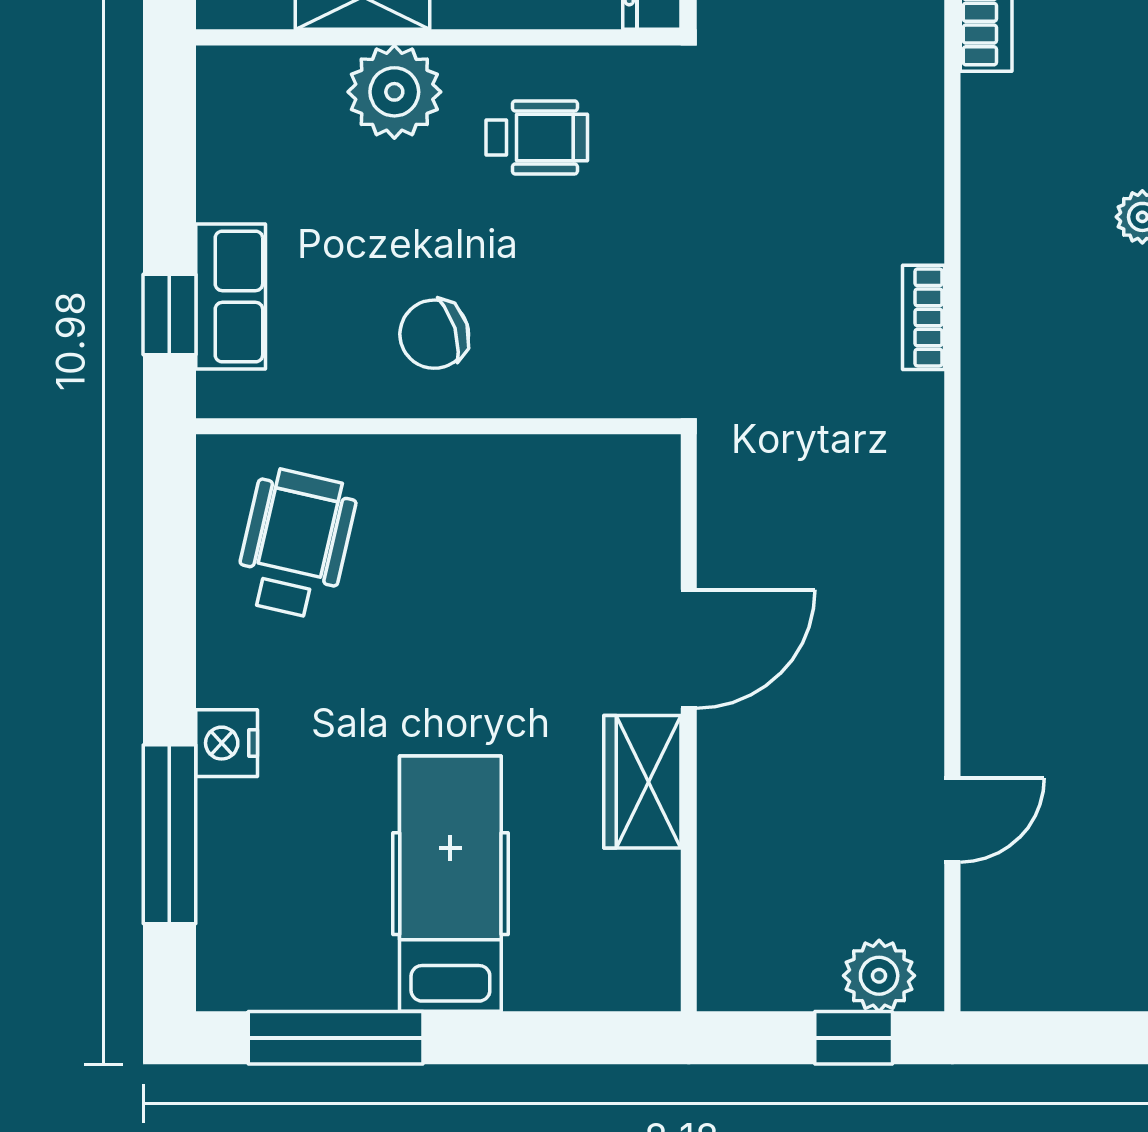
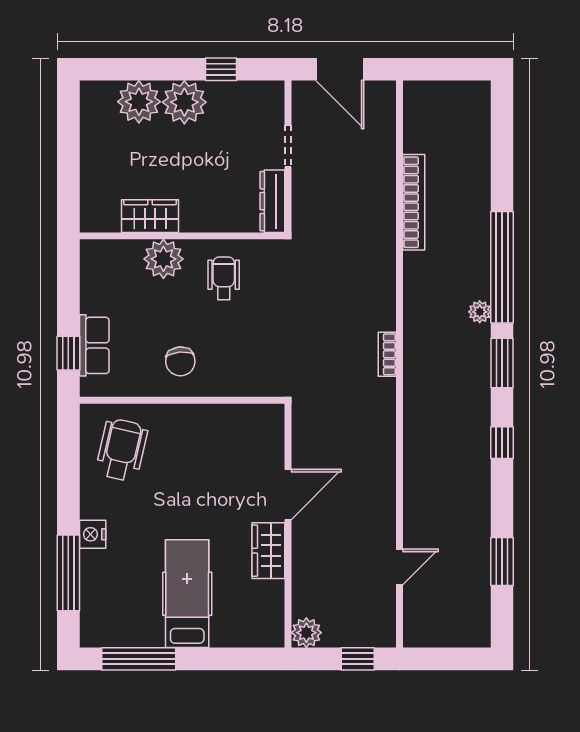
wheelchair: (537, 137) -> (224, 278), turned -90
chair: (434, 334) -> (180, 361), turned -79
plant: (879, 976) -> (306, 633), moved

